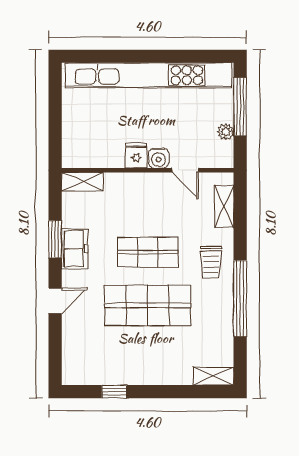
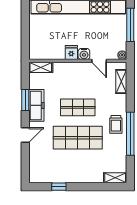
plant: (226, 132) -> (122, 55), moved
freezer: (75, 249) -> (36, 105), width x1.40
trolley: (211, 262) -> (116, 124), moved

